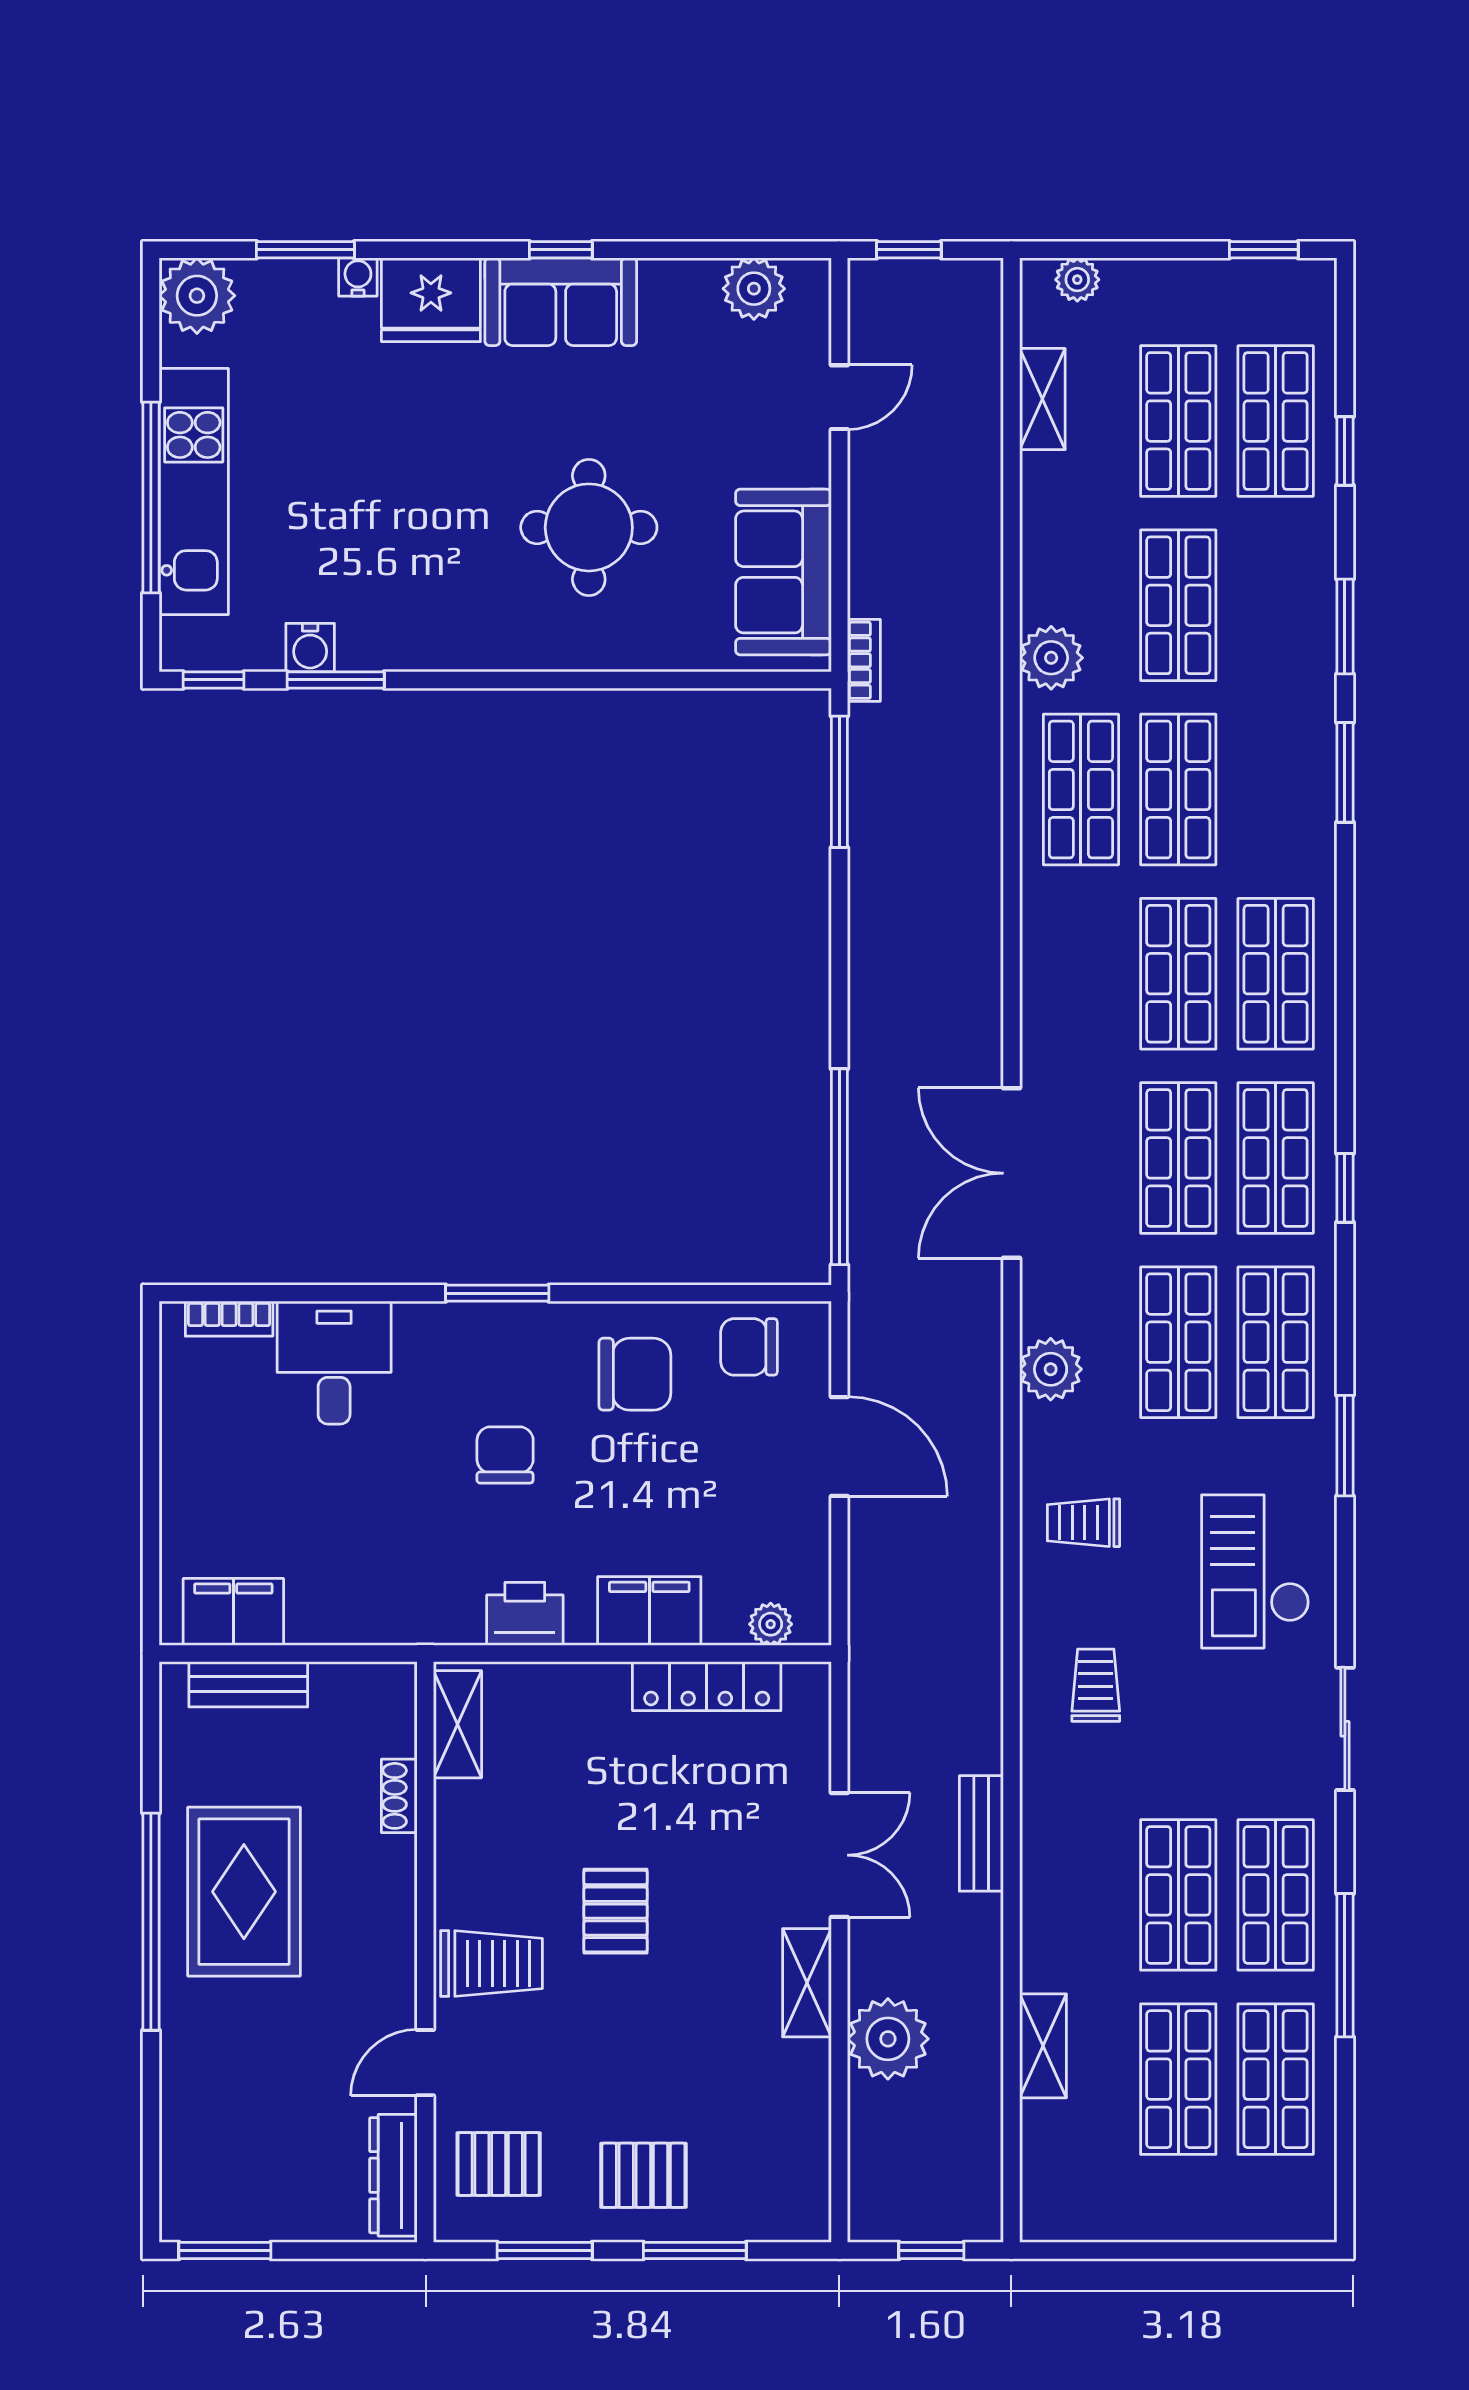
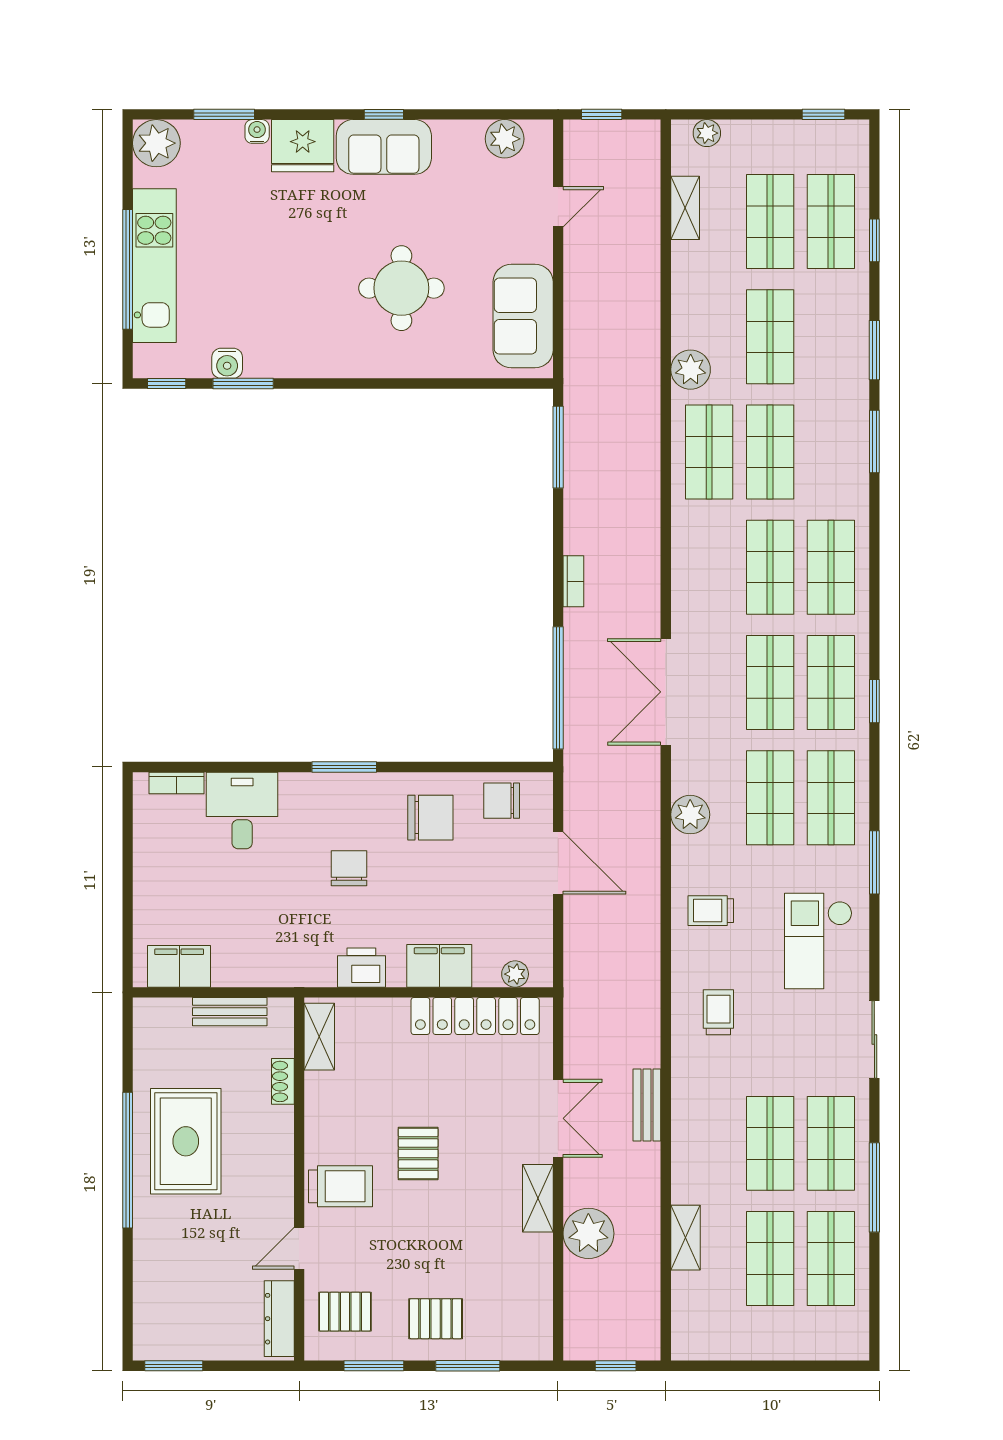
bookcase: (864, 660) -> (573, 581), moved
bench: (248, 1684) -> (230, 1012), moved
locker: (707, 1686) -> (475, 1016), width x1.41, depth x1.21

